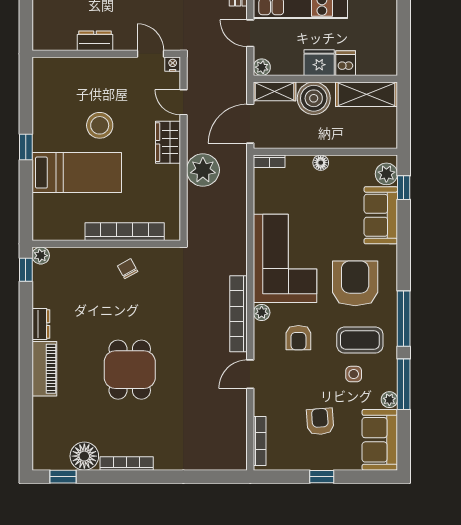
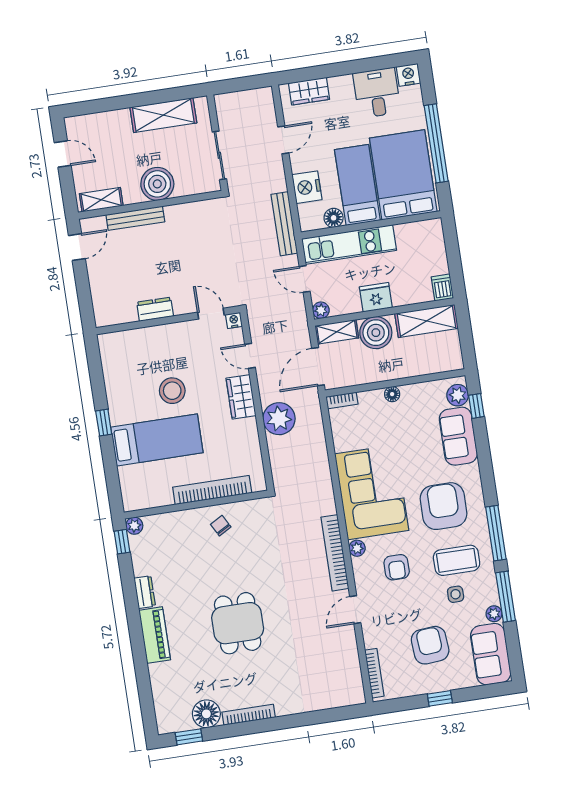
dishwasher: (346, 63) -> (442, 288), moved
armchair: (320, 421) -> (430, 645), width x1.38, depth x1.38

